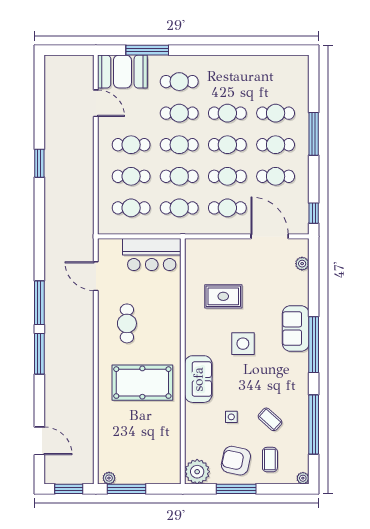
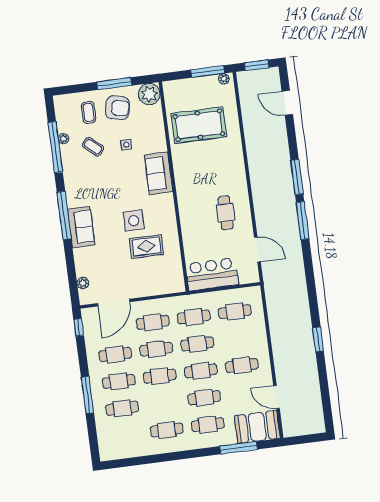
cafe table: (227, 113) -> (167, 430), moved
cafe table: (131, 176) -> (238, 339), removed
door: (270, 236) -> (114, 303), hinge flipped
side table: (243, 344) -> (134, 221), moved
pool table: (142, 383) -> (199, 125), moved
plant: (303, 478) -> (63, 139), moved

